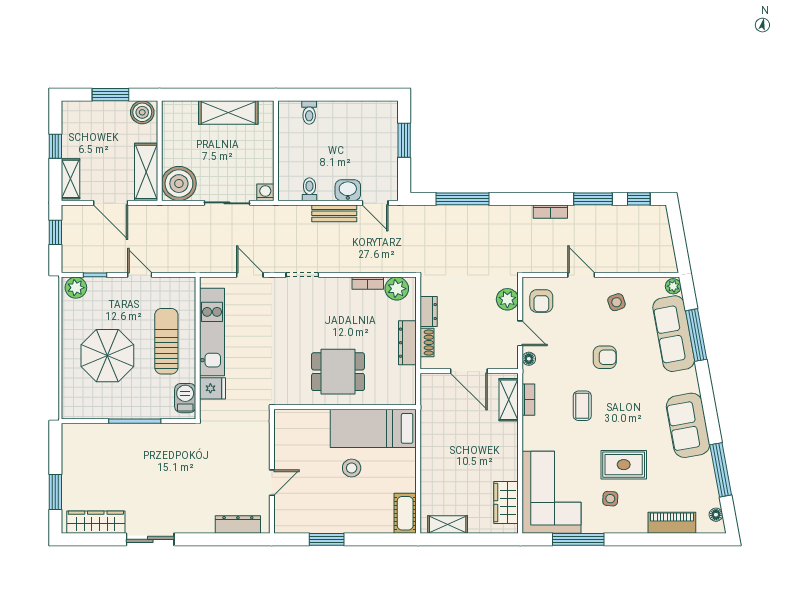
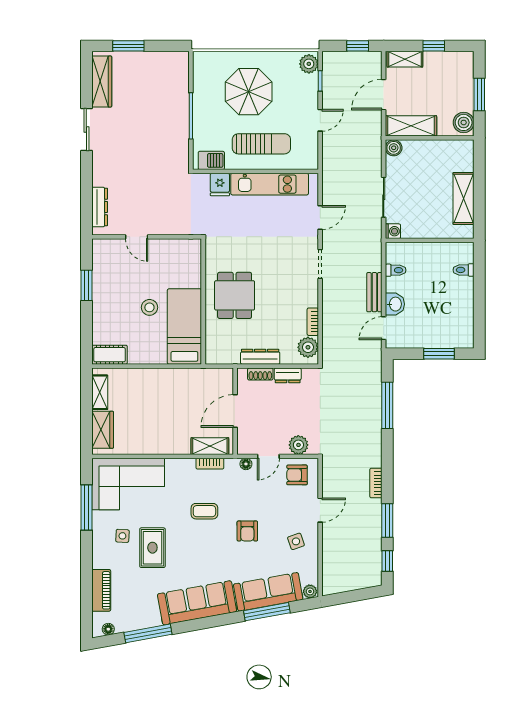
boiler: (179, 184) -> (394, 148), width x0.54, depth x0.54
sofa: (688, 425) -> (197, 603), width x1.36
wardrobe: (506, 503) -> (103, 430), moved, turned 90

